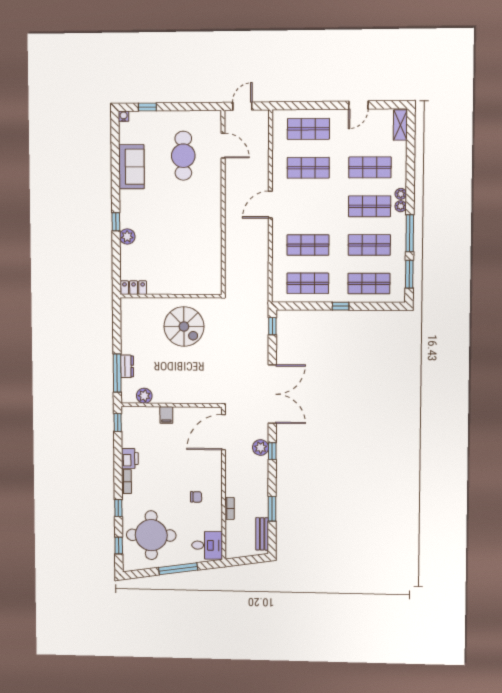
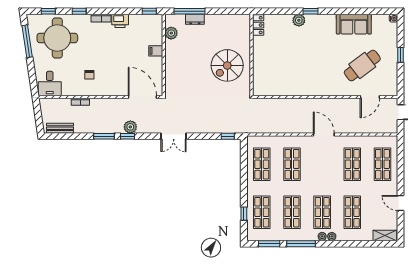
window: (147, 107) -> (400, 55), moved
cafe table: (183, 156) -> (362, 66), turned -37
window: (341, 306) -> (244, 214), moved
double door: (272, 394) -> (174, 136), width x0.54
window: (272, 509) -> (104, 136), moved
window: (178, 569) -> (27, 41), moved

